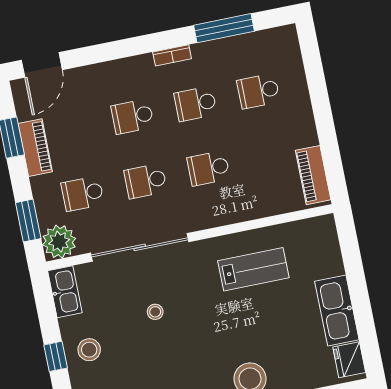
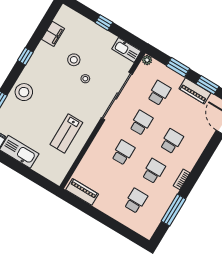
window: (28, 221) -> (178, 67), moved
plant: (59, 242) -> (147, 60), width x0.53, depth x0.53
stool: (89, 350) -> (74, 60), moved

